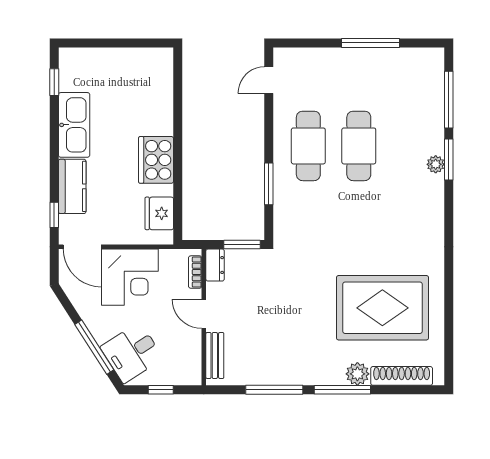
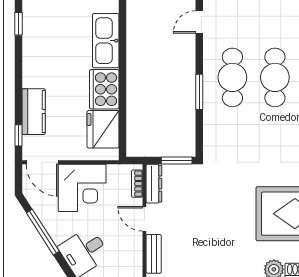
kitchen sink: (74, 125) -> (106, 41), moved, turned 180
window: (269, 184) -> (199, 92), moved
fridge: (159, 213) -> (103, 129), width x1.36, depth x1.34
dresser: (215, 265) -> (154, 184), width x1.44
window: (94, 347) -> (43, 232), moved

